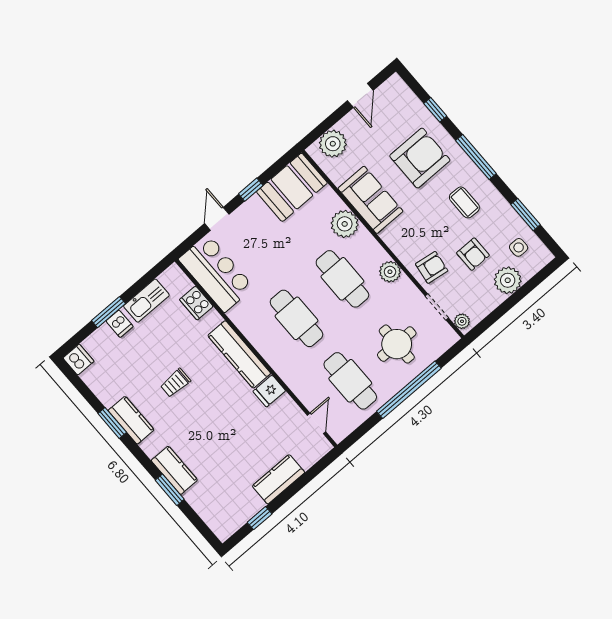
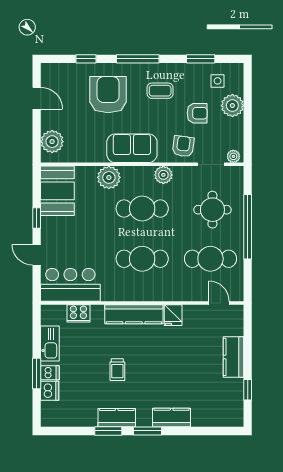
sofa: (370, 200) -> (132, 148), moved
dishwasher: (78, 360) -> (50, 391), moved, turned 90
window: (170, 490) -> (148, 431), moved

